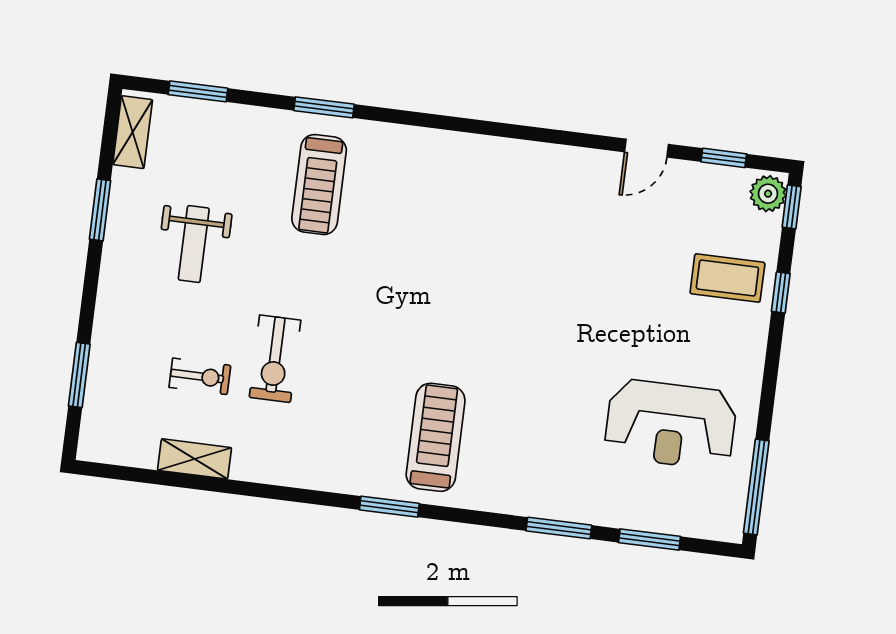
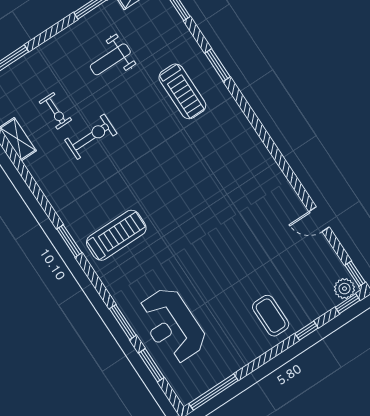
window: (724, 158) -> (355, 274), moved
treadmill: (319, 185) -> (182, 91), turned -90
coffee table: (727, 278) -> (271, 316), moved
exercise bike: (275, 359) -> (91, 137), turned 180
reception desk: (671, 424) -> (172, 325), moved

